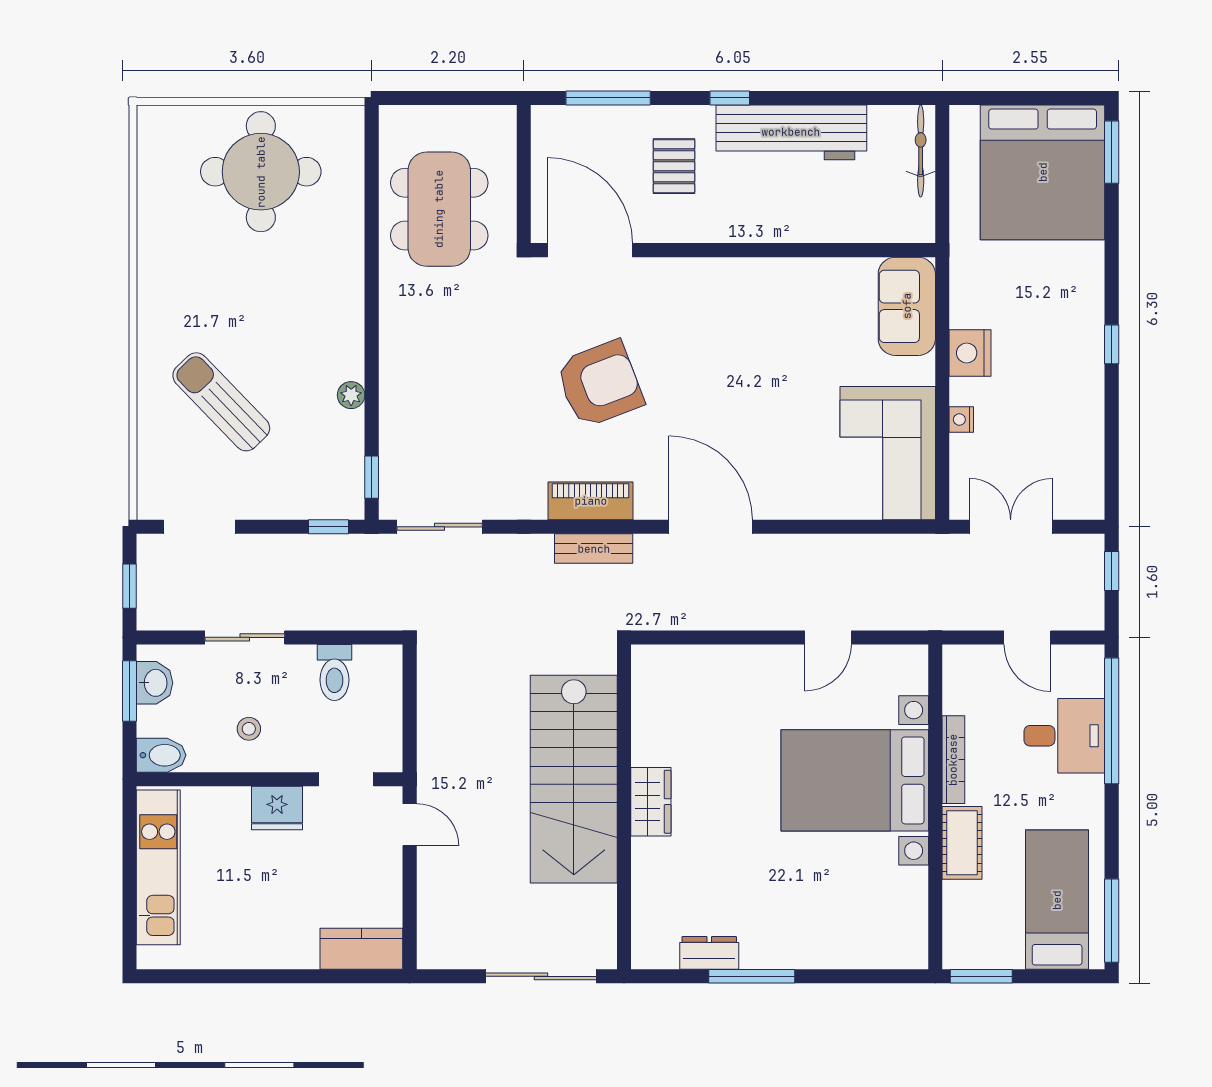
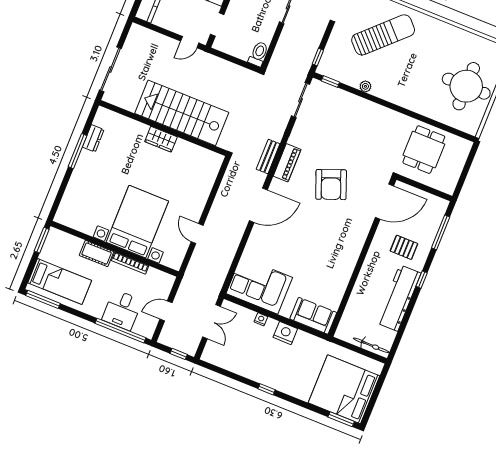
dining table: (439, 209) -> (424, 150), width x0.73
sun lounger: (221, 402) -> (383, 35), width x1.36, depth x1.34
toilet: (334, 672) -> (258, 54), moved, turned 90

